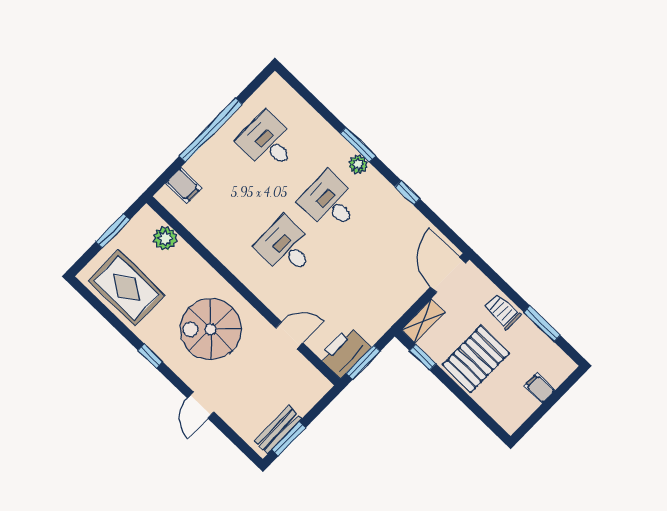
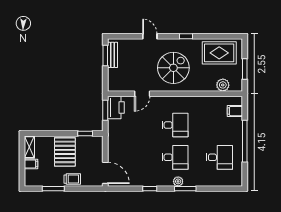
shelving: (423, 321) -> (29, 147), moved

